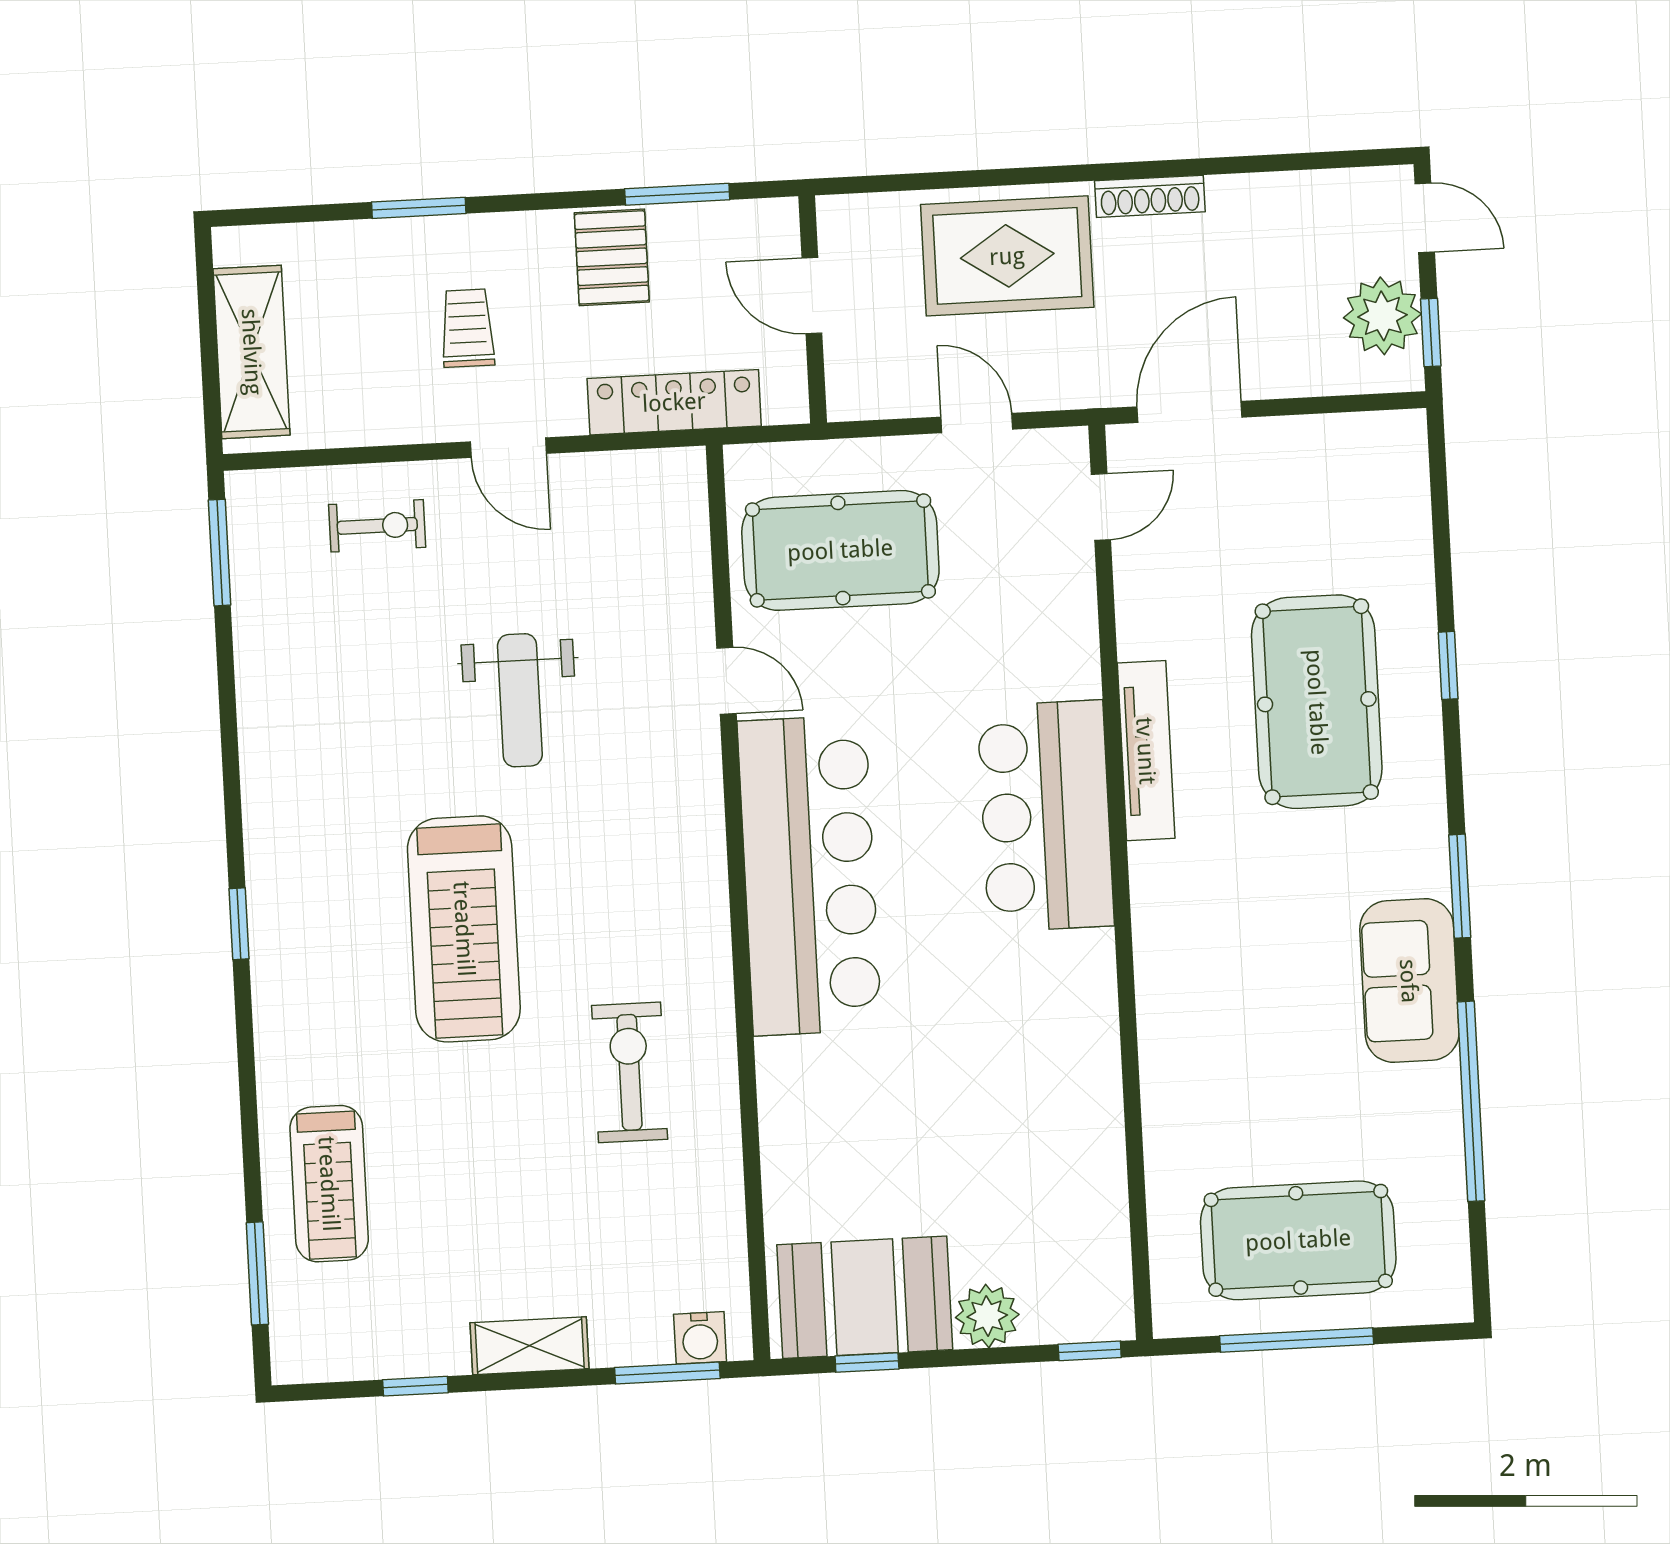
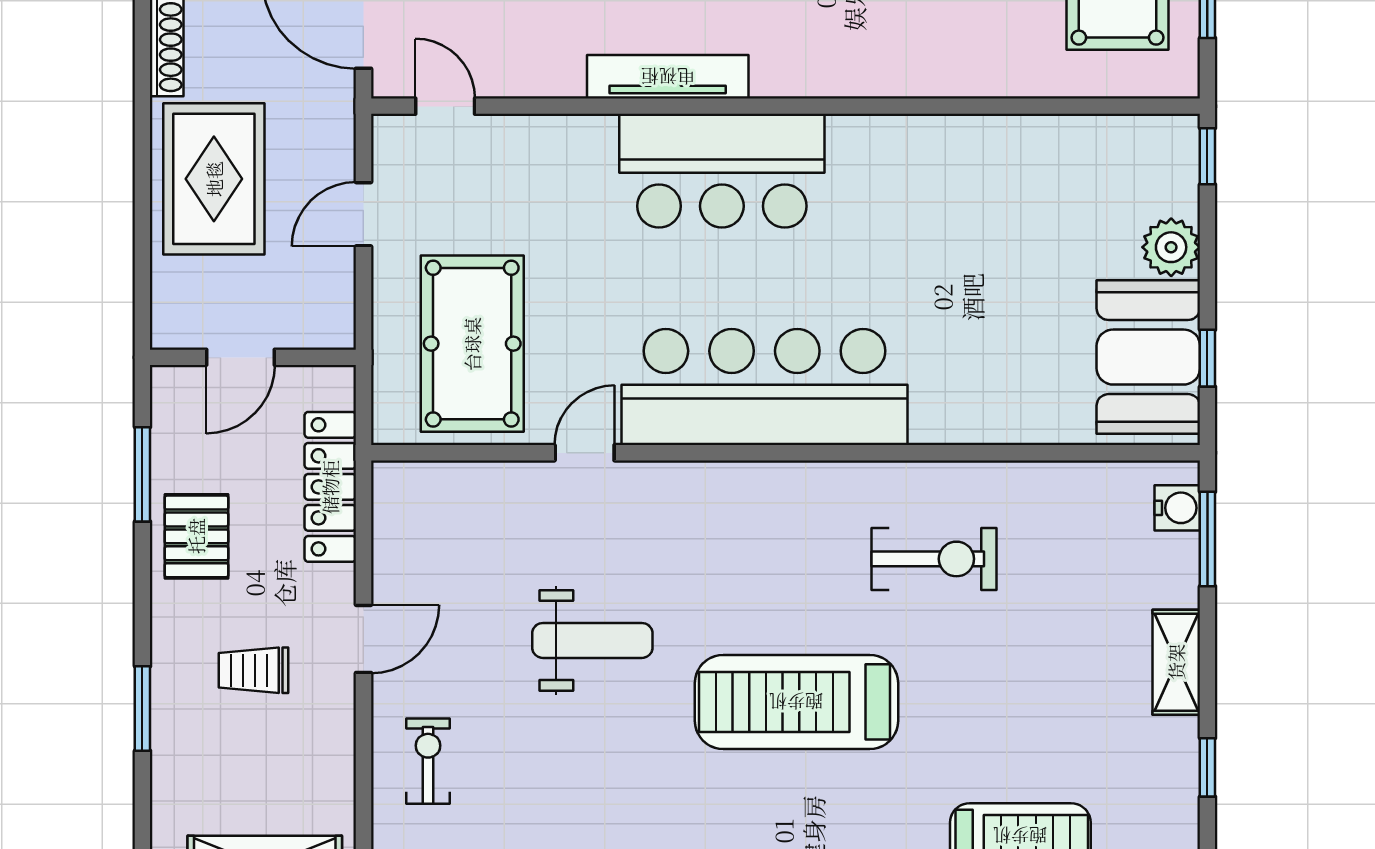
pallet: (612, 257) -> (196, 536), turned 90
treadmill: (464, 929) -> (796, 702), turned 180
exercise bike: (630, 1072) -> (934, 559), turned 180

